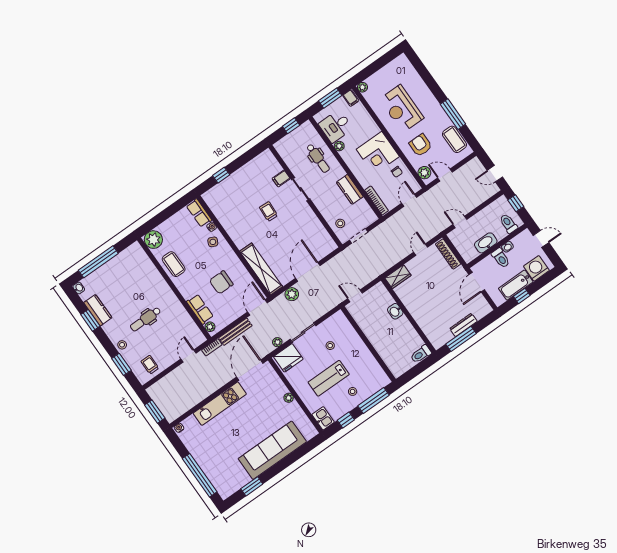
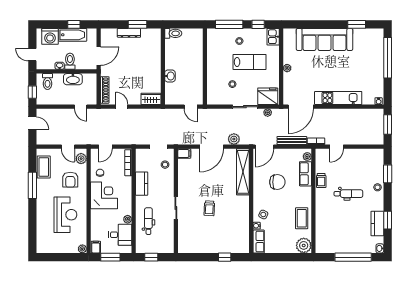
filing cabinet: (281, 179) -> (184, 154), moved
door: (421, 250) -> (122, 107), swing flipped
window: (461, 339) -> (138, 24), width x0.69
trolley: (150, 365) -> (321, 181), moved

